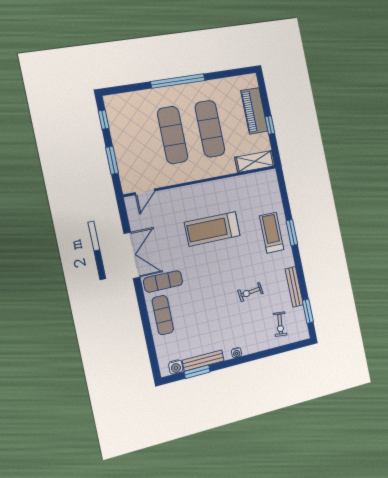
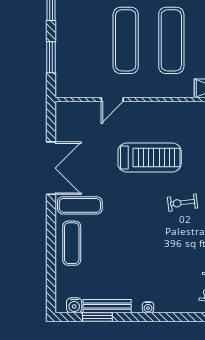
door: (145, 192) -> (112, 100), moved
treadmill: (212, 229) -> (150, 157), turned 180
exercise bike: (250, 292) -> (183, 203), moved

